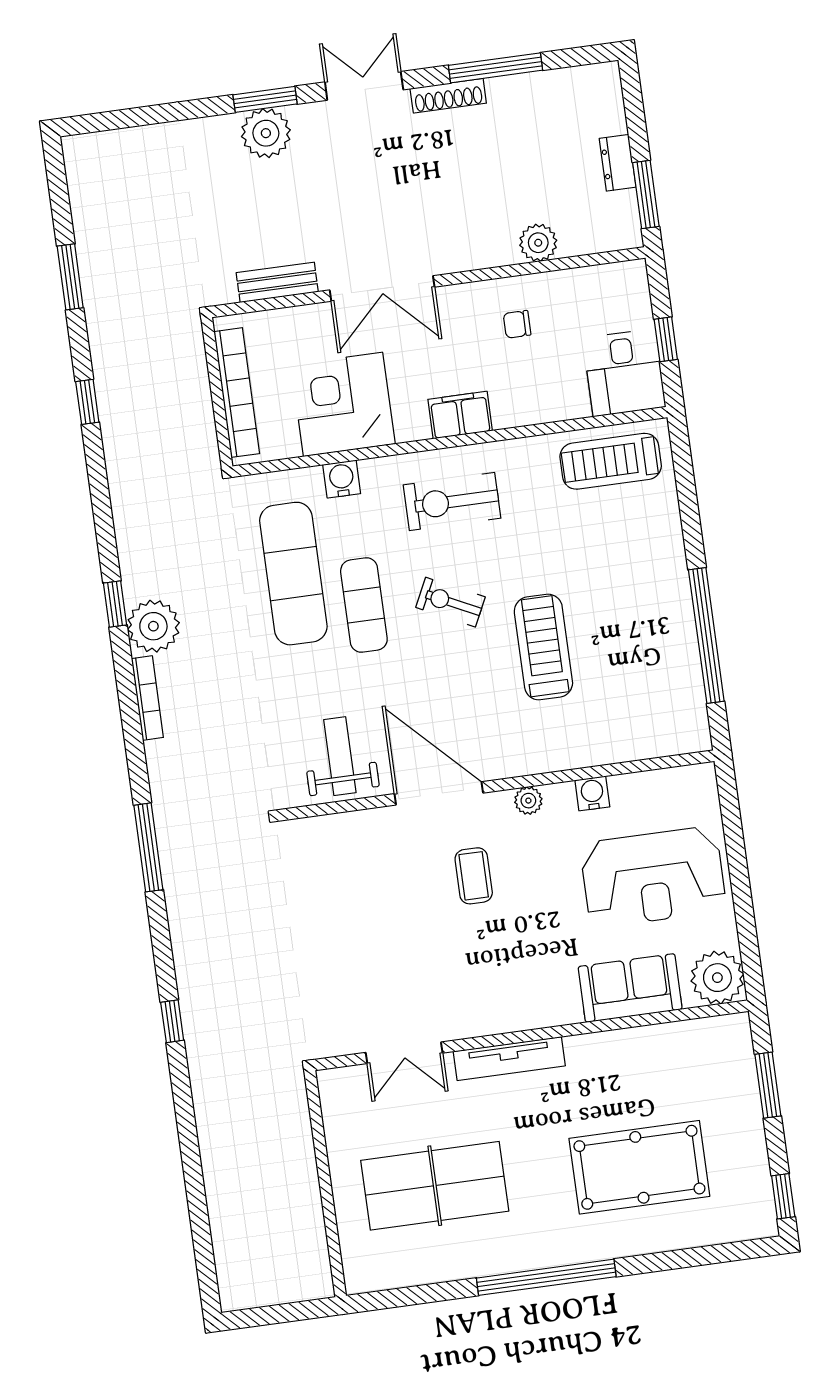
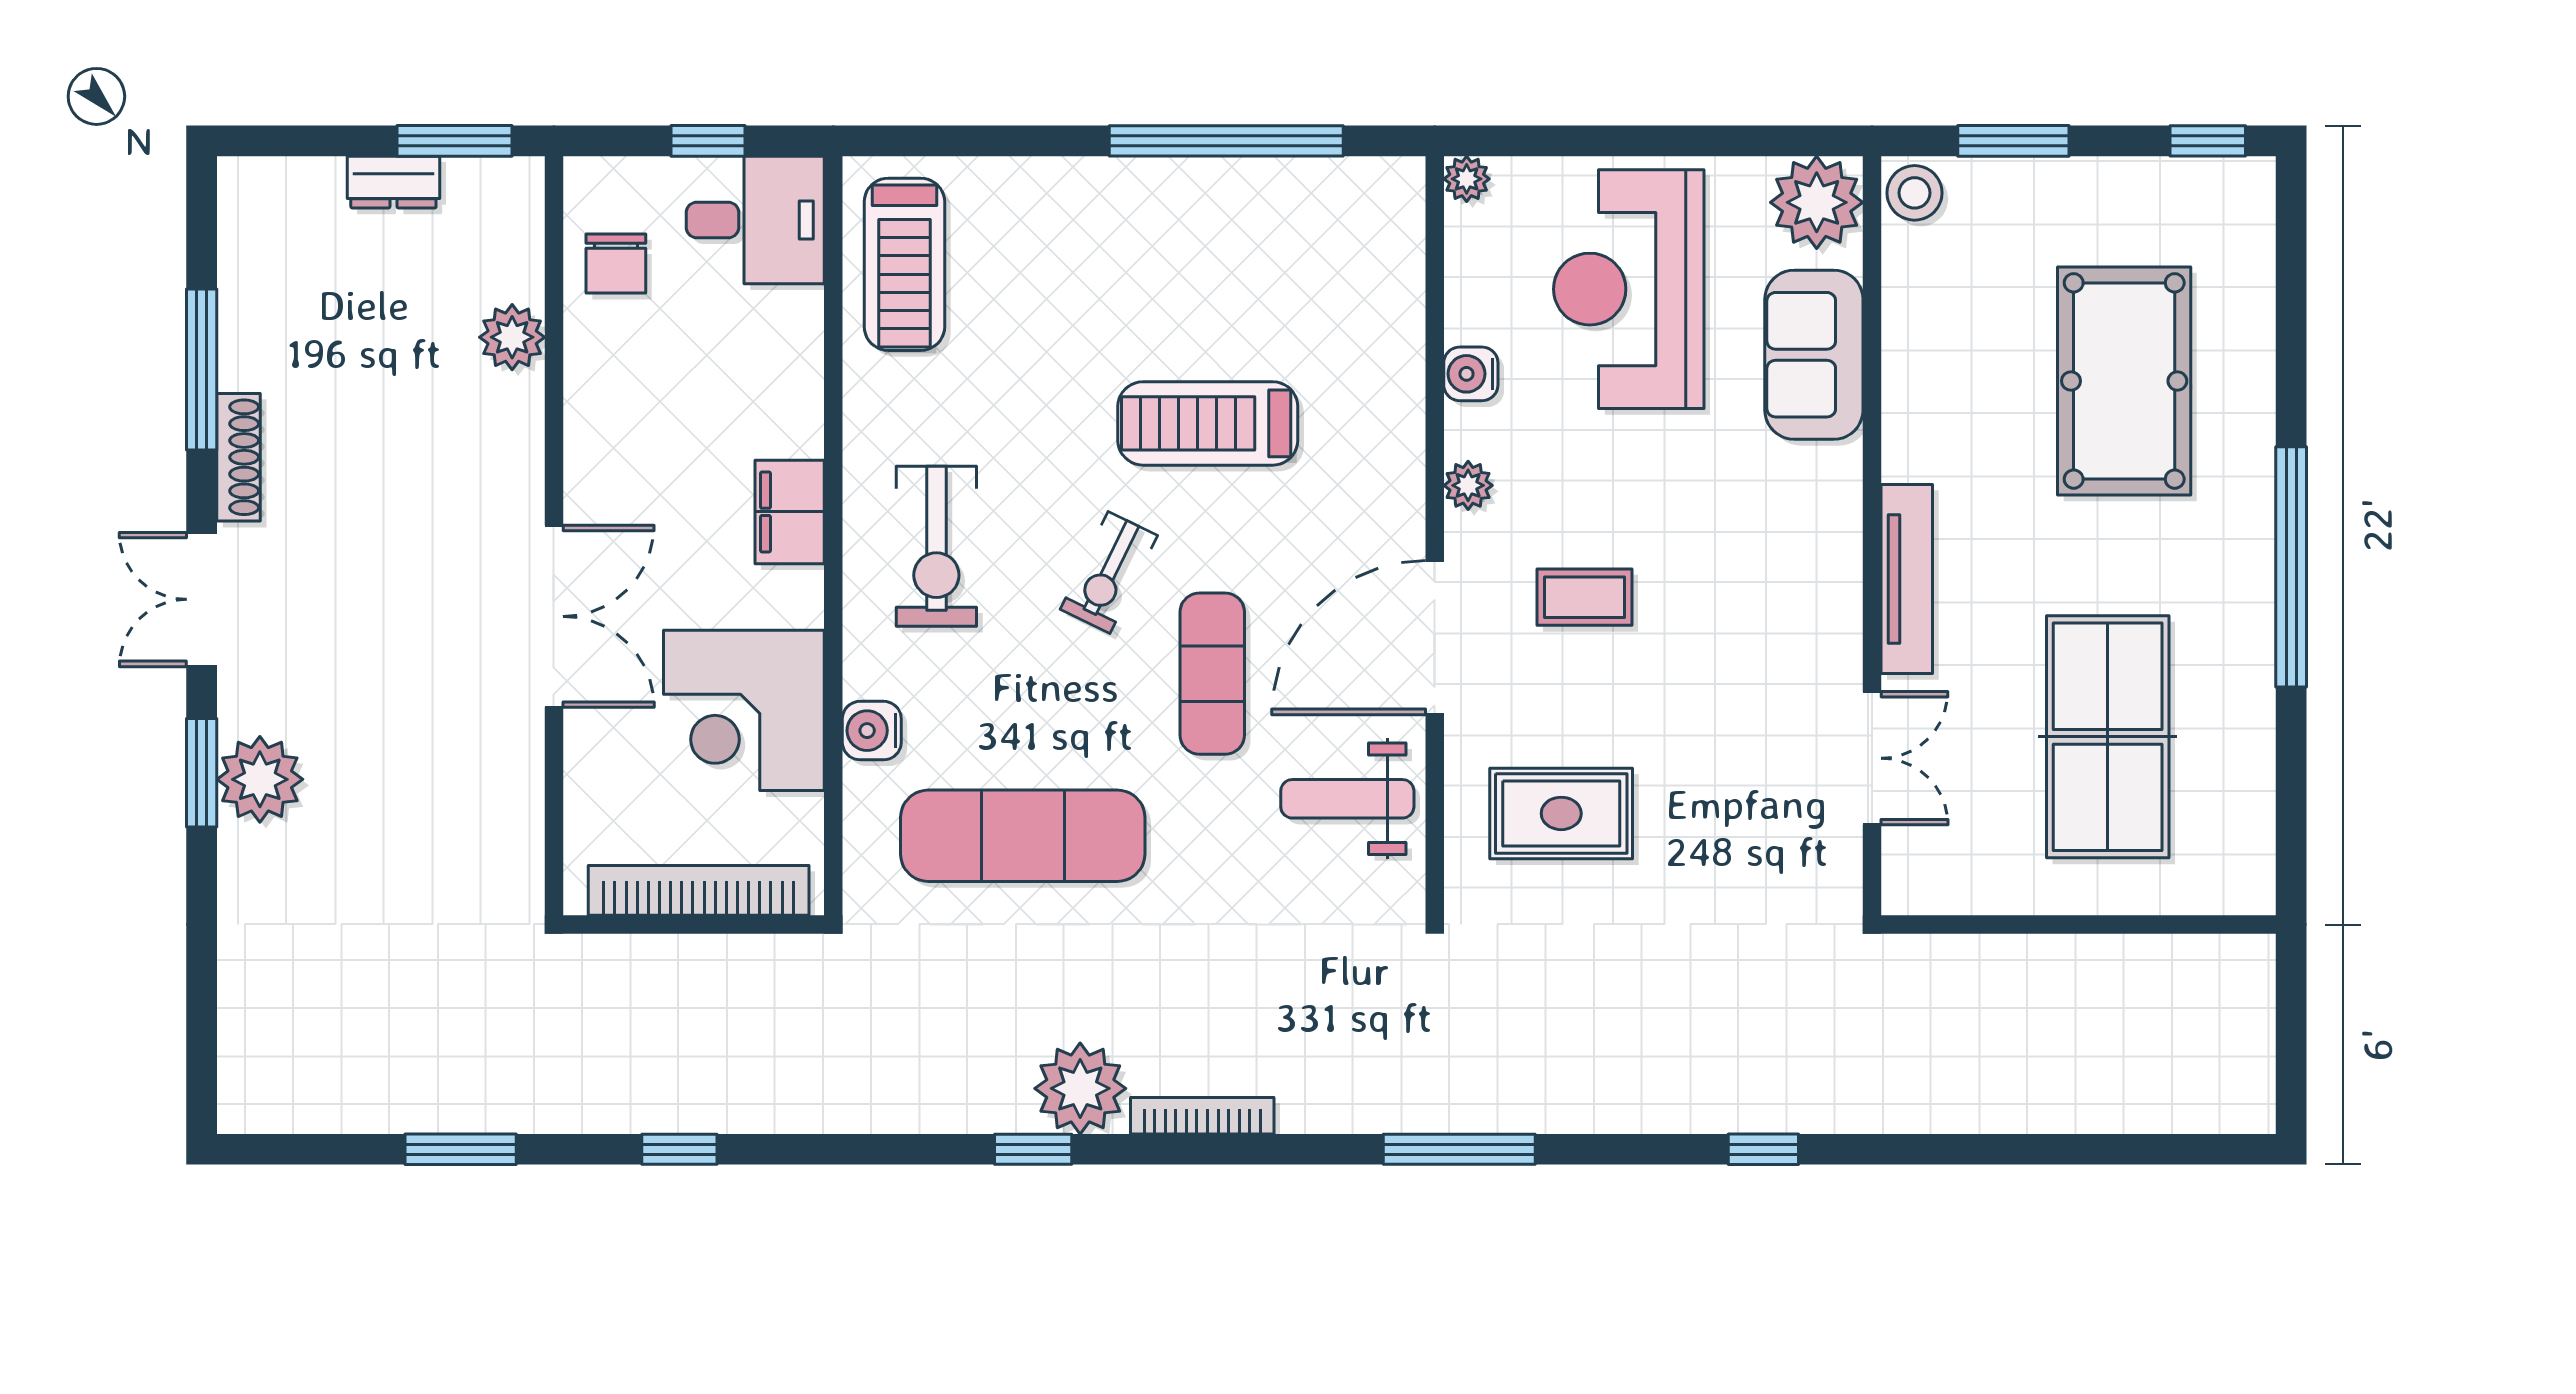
bench: (277, 282) -> (519, 795), removed
chair: (517, 324) -> (616, 263), moved, width x1.37, depth x1.37
exercise mat: (364, 605) -> (1212, 674), moved, turned 90
plant: (703, 776) -> (1467, 179), added
reception desk: (653, 877) -> (1629, 289), turned 180
rug: (348, 879) -> (1561, 813), added
stool: (730, 1033) -> (1915, 193), added

